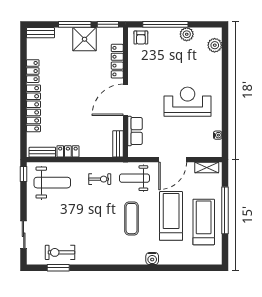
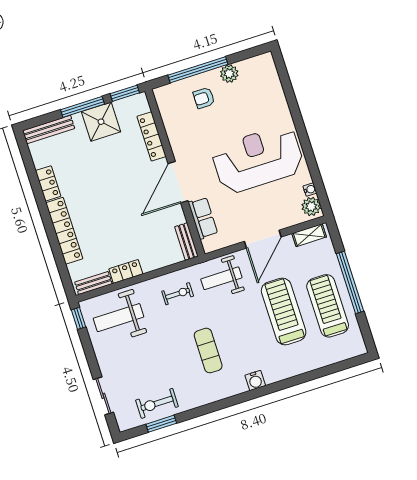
bench: (40, 33) -> (49, 129), width x1.36
armchair: (141, 37) -> (204, 98), moved, turned 90
plant: (215, 45) -> (311, 206), moved
reception desk: (188, 102) -> (258, 159), width x1.36, depth x1.30
weight bench: (52, 183) -> (119, 318), turned 180
exercise mat: (132, 219) -> (208, 351), moved
water cooler: (152, 259) -> (255, 380), moved

